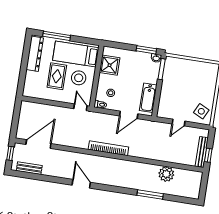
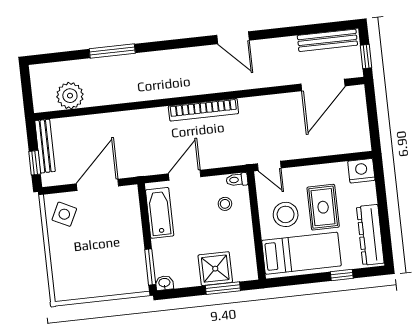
window: (57, 36) -> (342, 275), width x0.46
window: (146, 50) -> (223, 288), moved
shower: (110, 65) -> (215, 269), moved
nightstand: (30, 91) -> (361, 171), added
door: (179, 123) -> (97, 185), width x1.88
window: (208, 155) -> (35, 163), moved
bench: (29, 168) -> (327, 40), width x1.36
plant: (166, 174) -> (70, 96), moved

